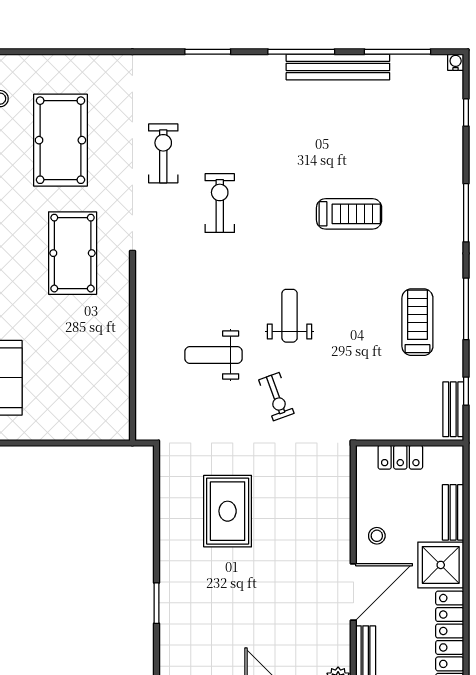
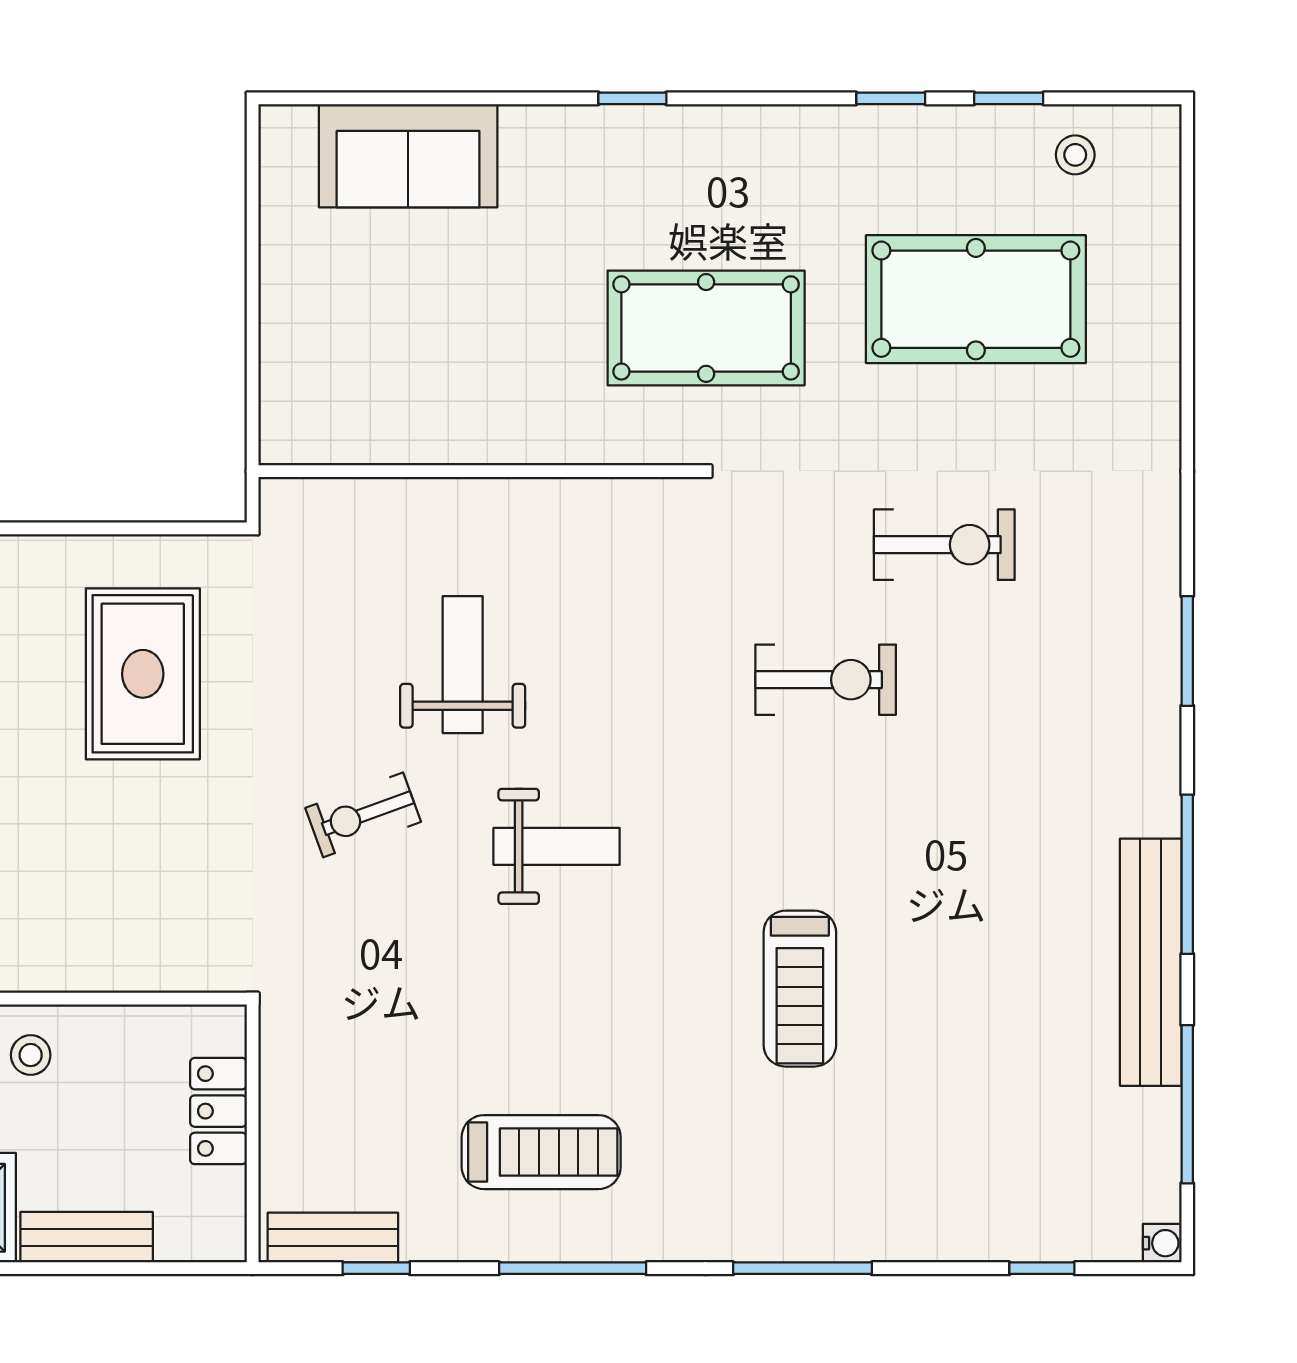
rug: (228, 511) -> (143, 674), moved, turned 90

